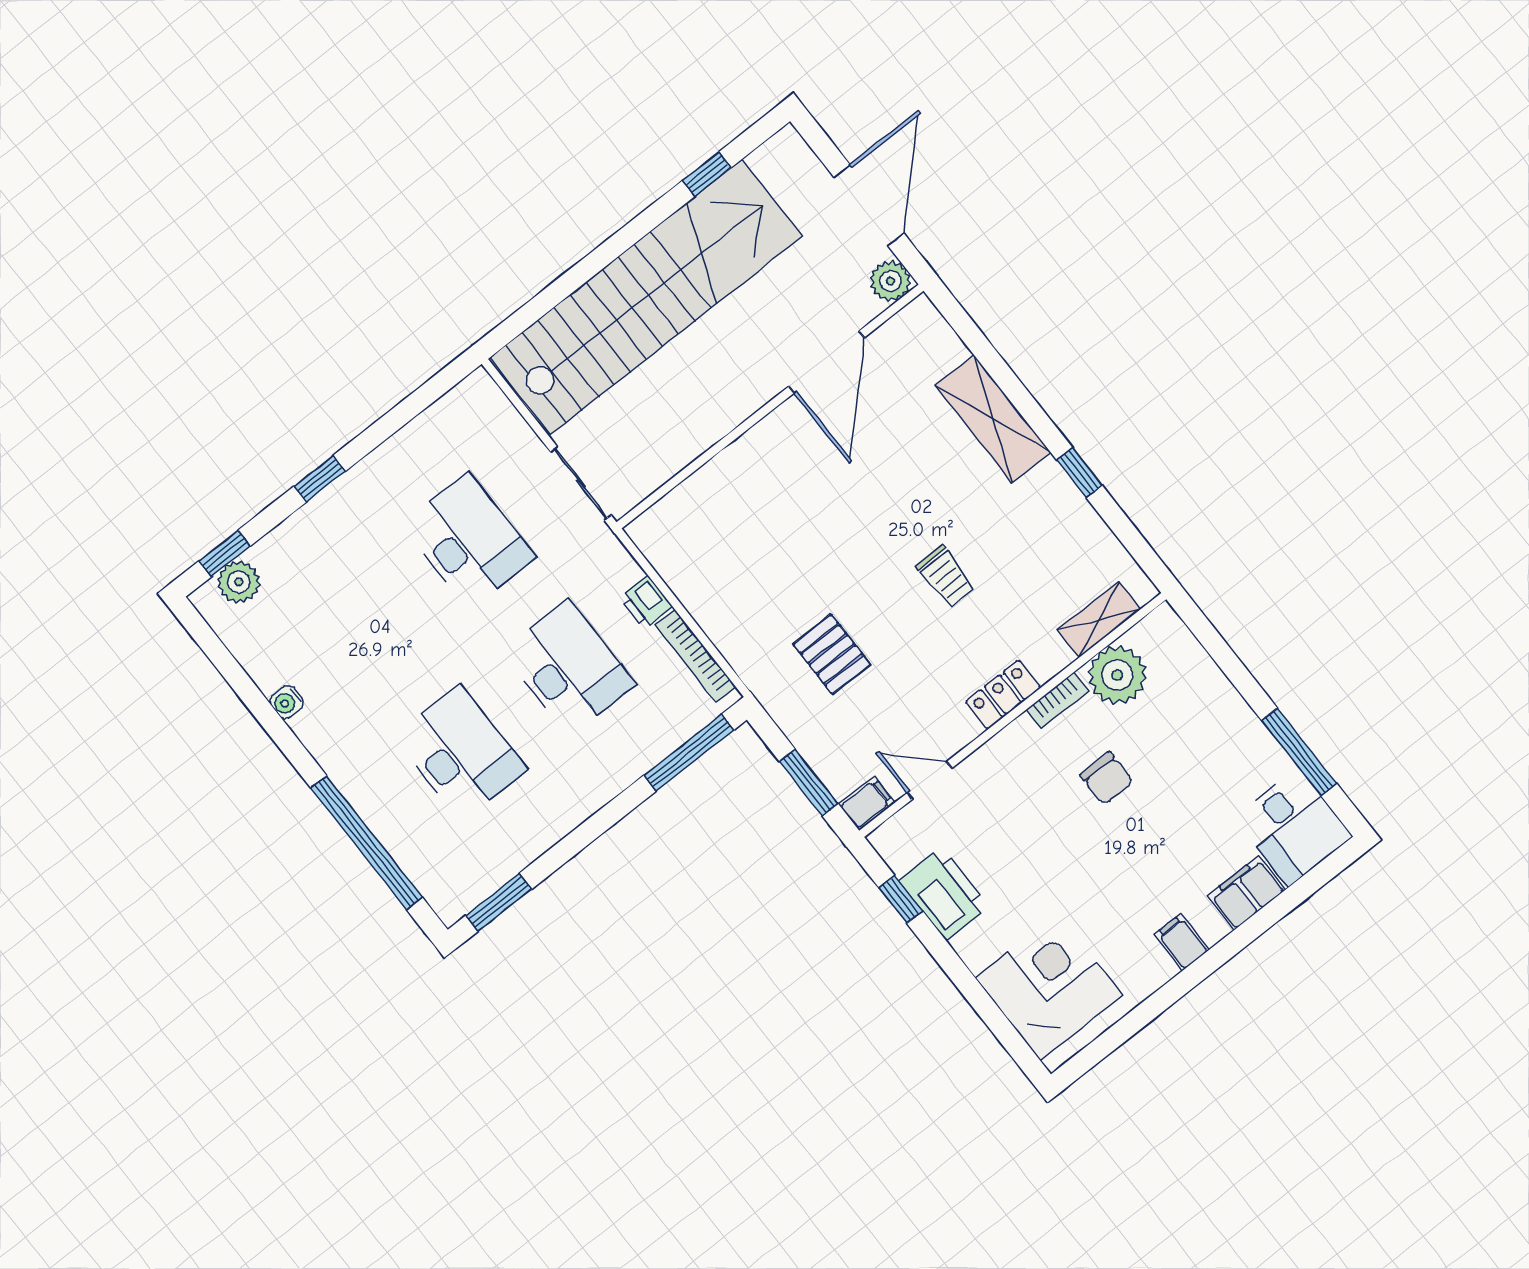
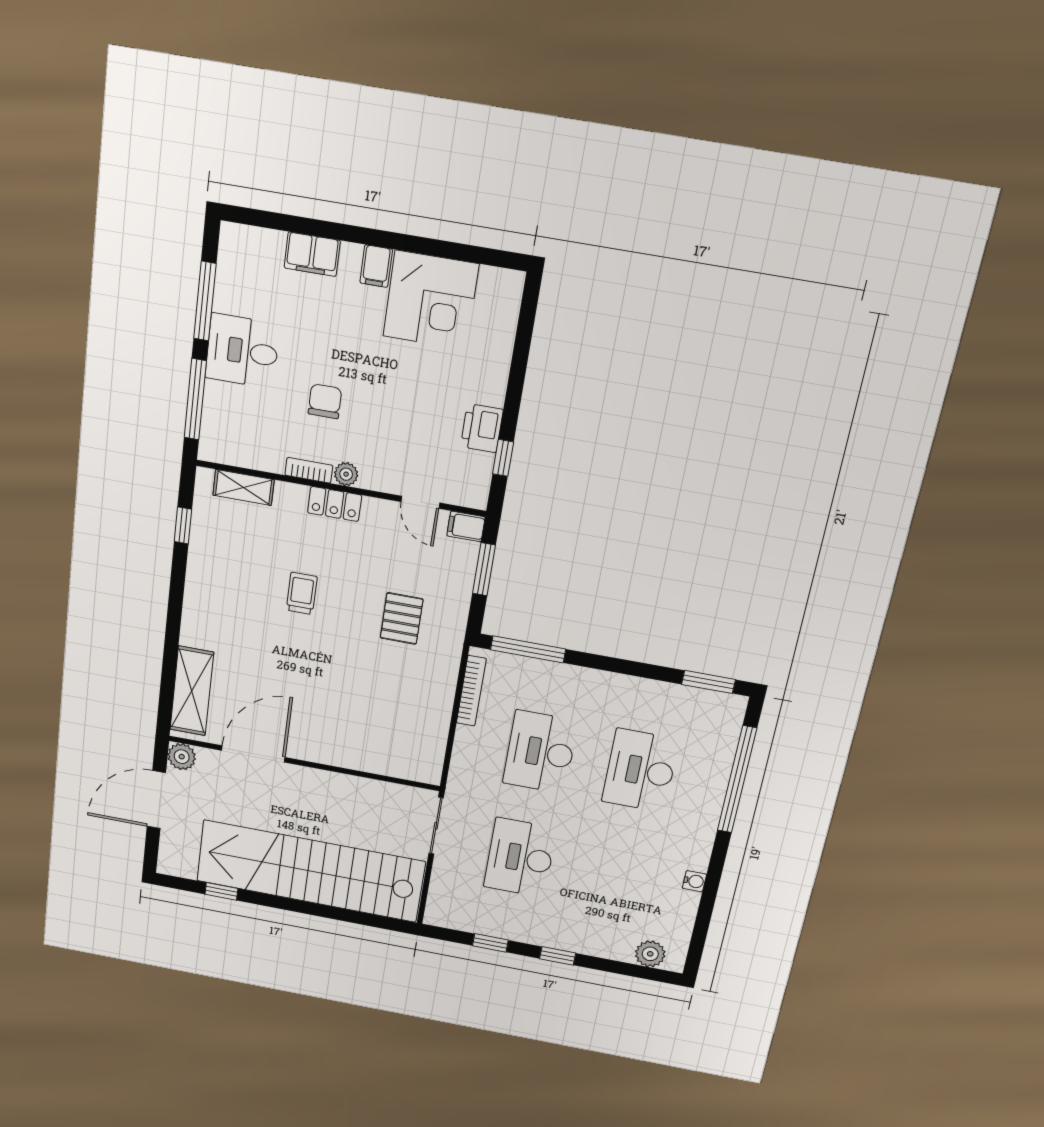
shelving: (993, 419) -> (192, 691), moved
window: (1079, 473) -> (183, 525), moved
window: (225, 553) -> (490, 943), moved
printer: (646, 602) -> (467, 741), removed
window: (1222, 654) -> (195, 399), added
plant: (1117, 675) -> (346, 474), moved, width x0.53, depth x0.53
desk: (1293, 827) -> (242, 351), moved, turned -90
printer: (944, 894) -> (482, 428), width x0.73, depth x0.84
corner desk: (1049, 986) -> (431, 300), moved, turned -90

